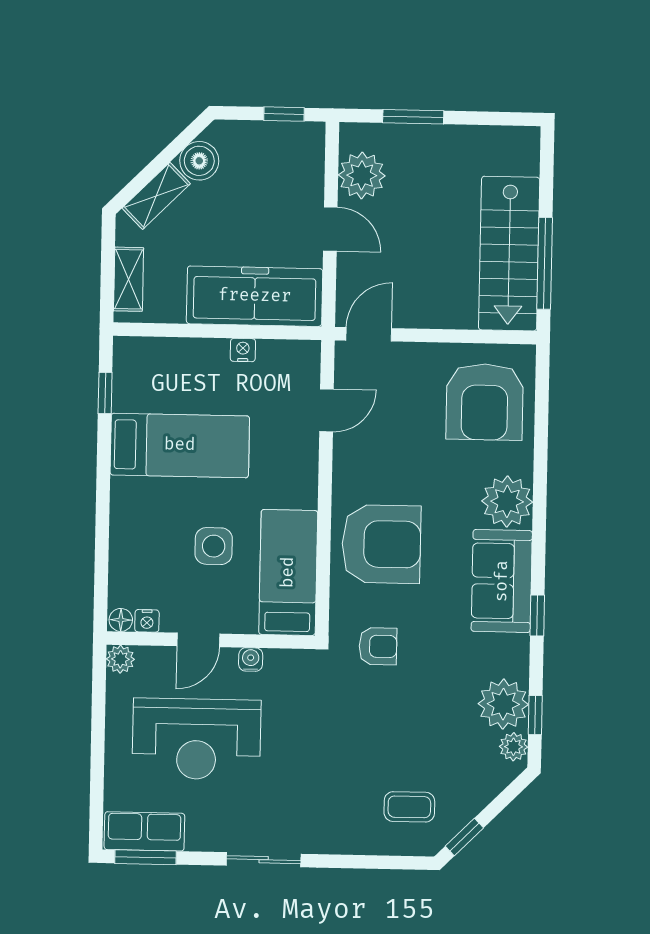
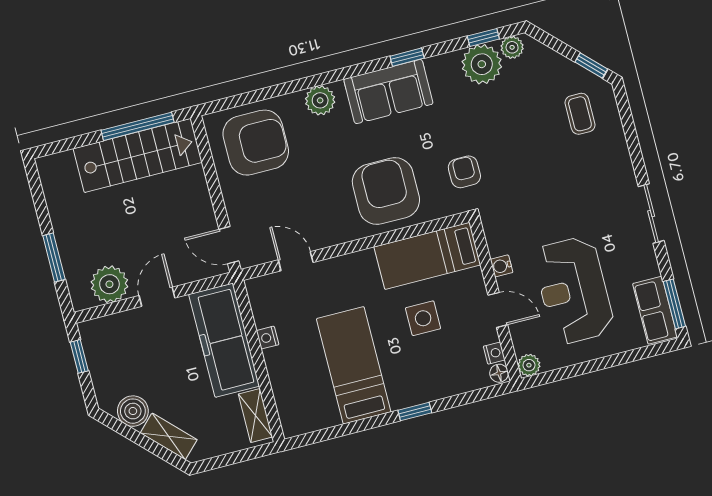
shelving: (129, 279) -> (255, 415), moved, turned 90
window: (105, 393) -> (415, 411), moved
plant: (507, 501) -> (320, 100), width x0.73, depth x0.73
reception desk: (196, 739) -> (573, 290), turned 180

